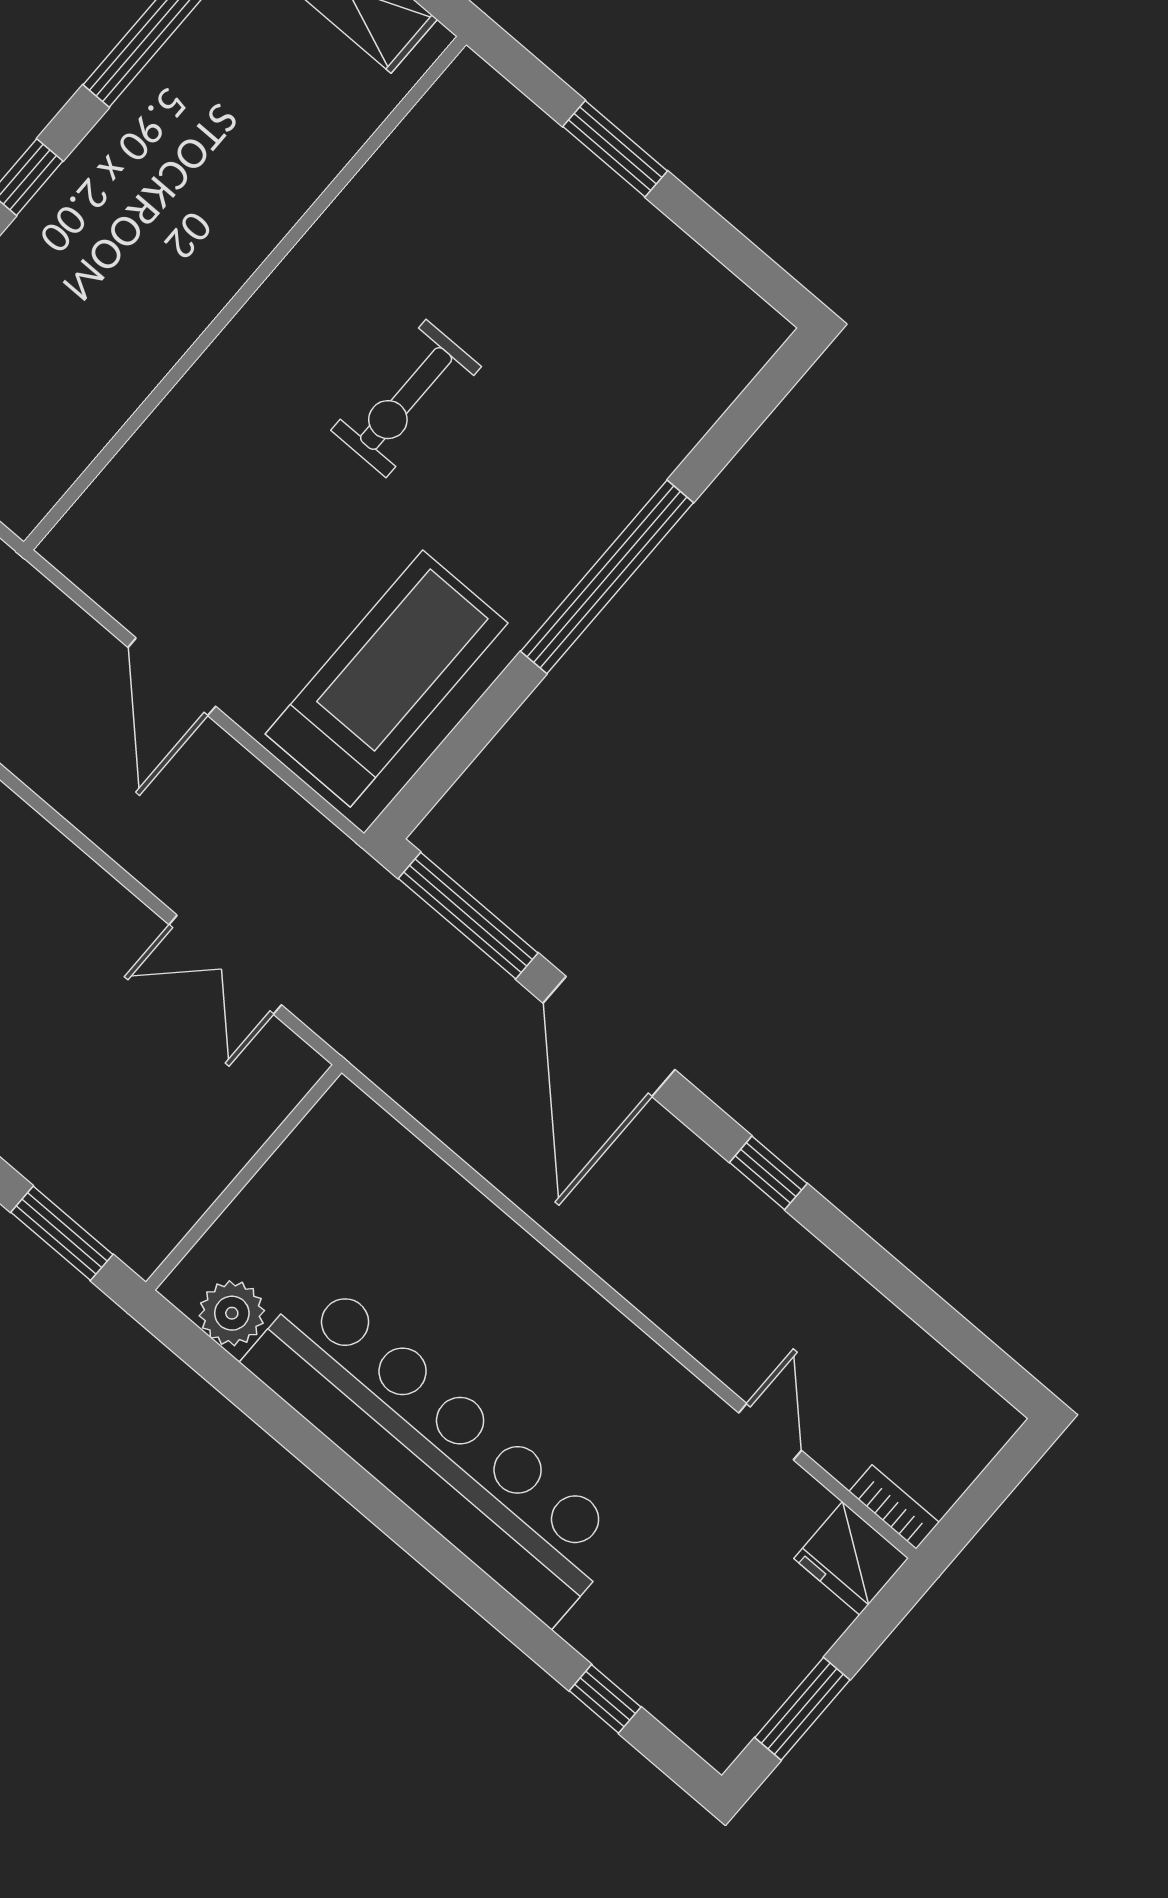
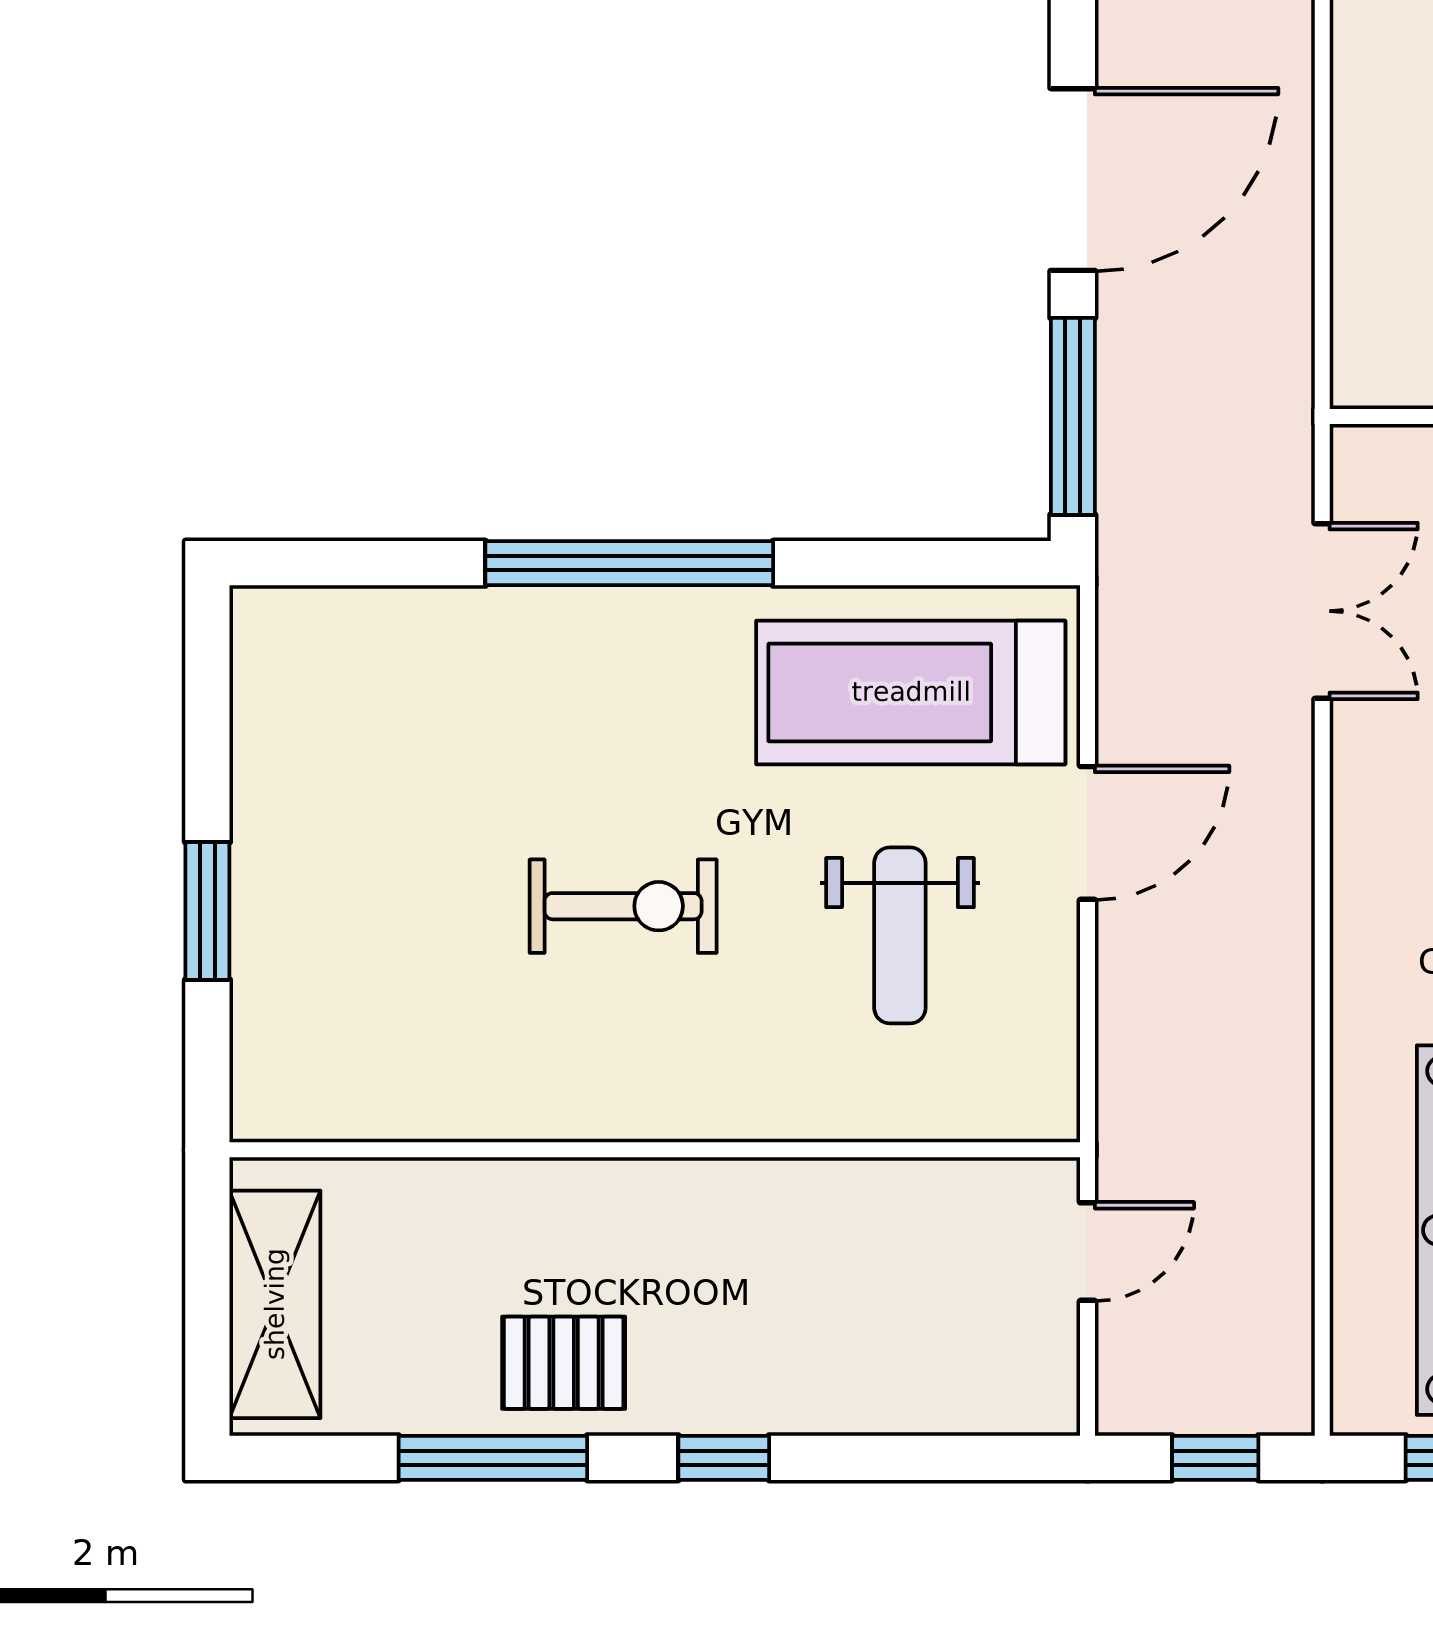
pallet: (165, 130) -> (564, 1363), added
weight bench: (248, 548) -> (900, 935), added
door: (172, 677) -> (1087, 833), moved

